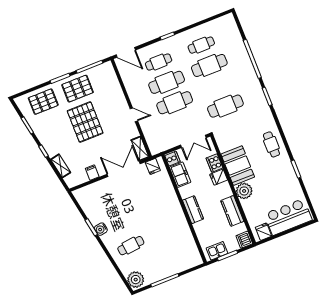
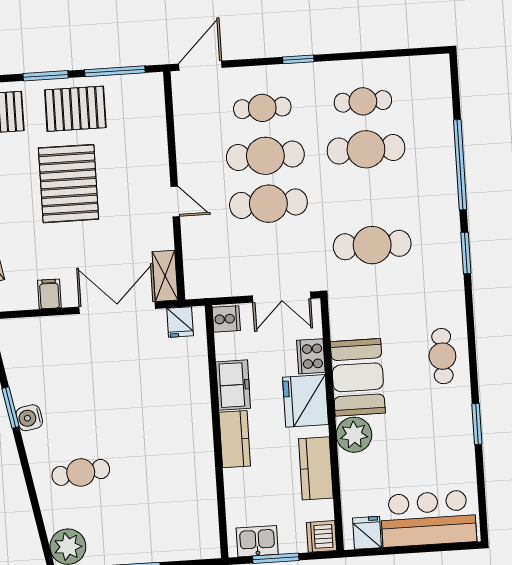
door: (126, 52) -> (200, 66), swing flipped
freezer: (180, 175) -> (233, 385), moved
fridge: (219, 177) -> (306, 401), width x1.88, depth x1.34

